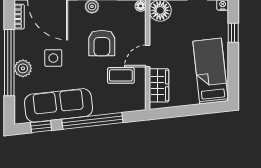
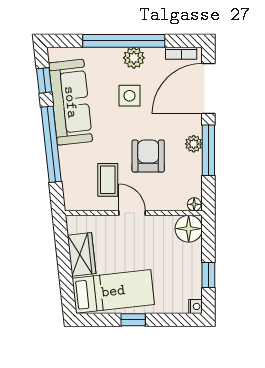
window: (233, 33) -> (133, 320), moved
armchair: (102, 43) -> (148, 156), turned 90
plant: (23, 68) -> (134, 58), moved
wardrobe: (159, 85) -> (82, 254), moved, turned -96

